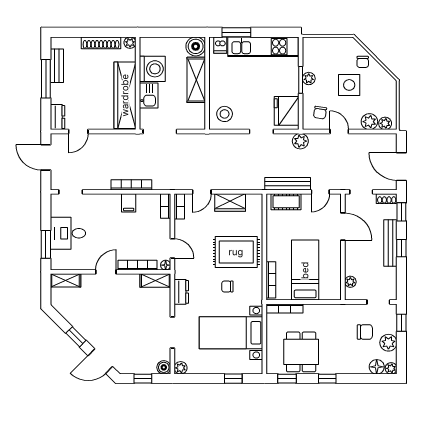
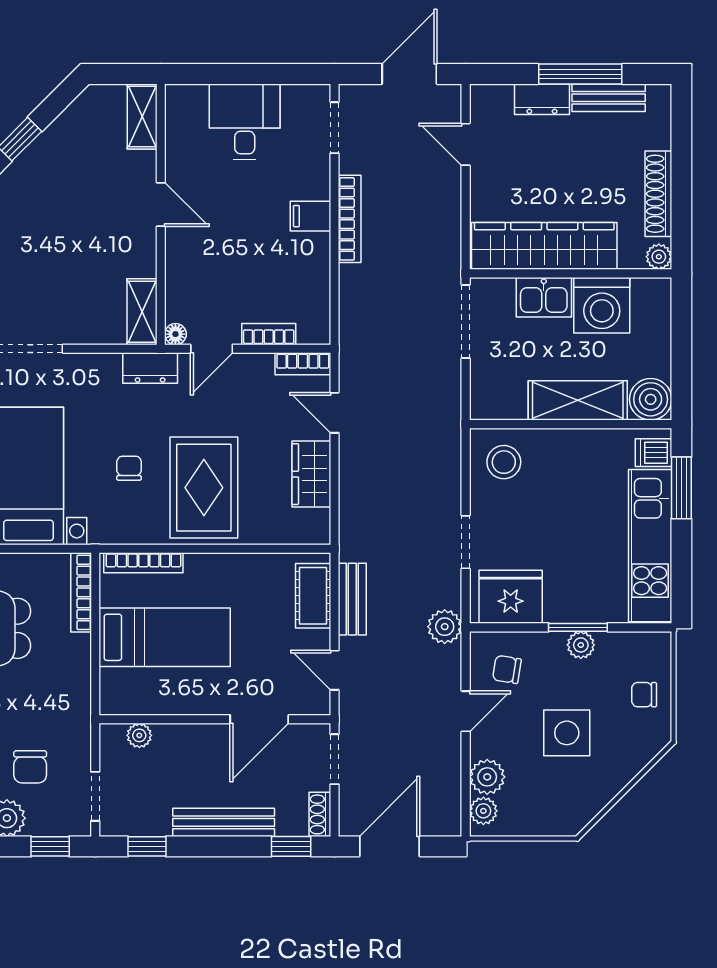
chair: (363, 62) -> (644, 695), moved
dresser: (58, 117) -> (542, 99), moved
bench: (288, 184) -> (352, 599), width x0.73
bookcase: (131, 185) -> (350, 219), moved
filing cabinet: (129, 203) -> (310, 216), moved
bookcase: (166, 206) -> (269, 334), moved
window: (46, 244) -> (220, 74), removed
window: (401, 248) -> (147, 846), moved
bookcase: (138, 265) -> (176, 273), removed
dresser: (181, 292) -> (150, 368), moved

